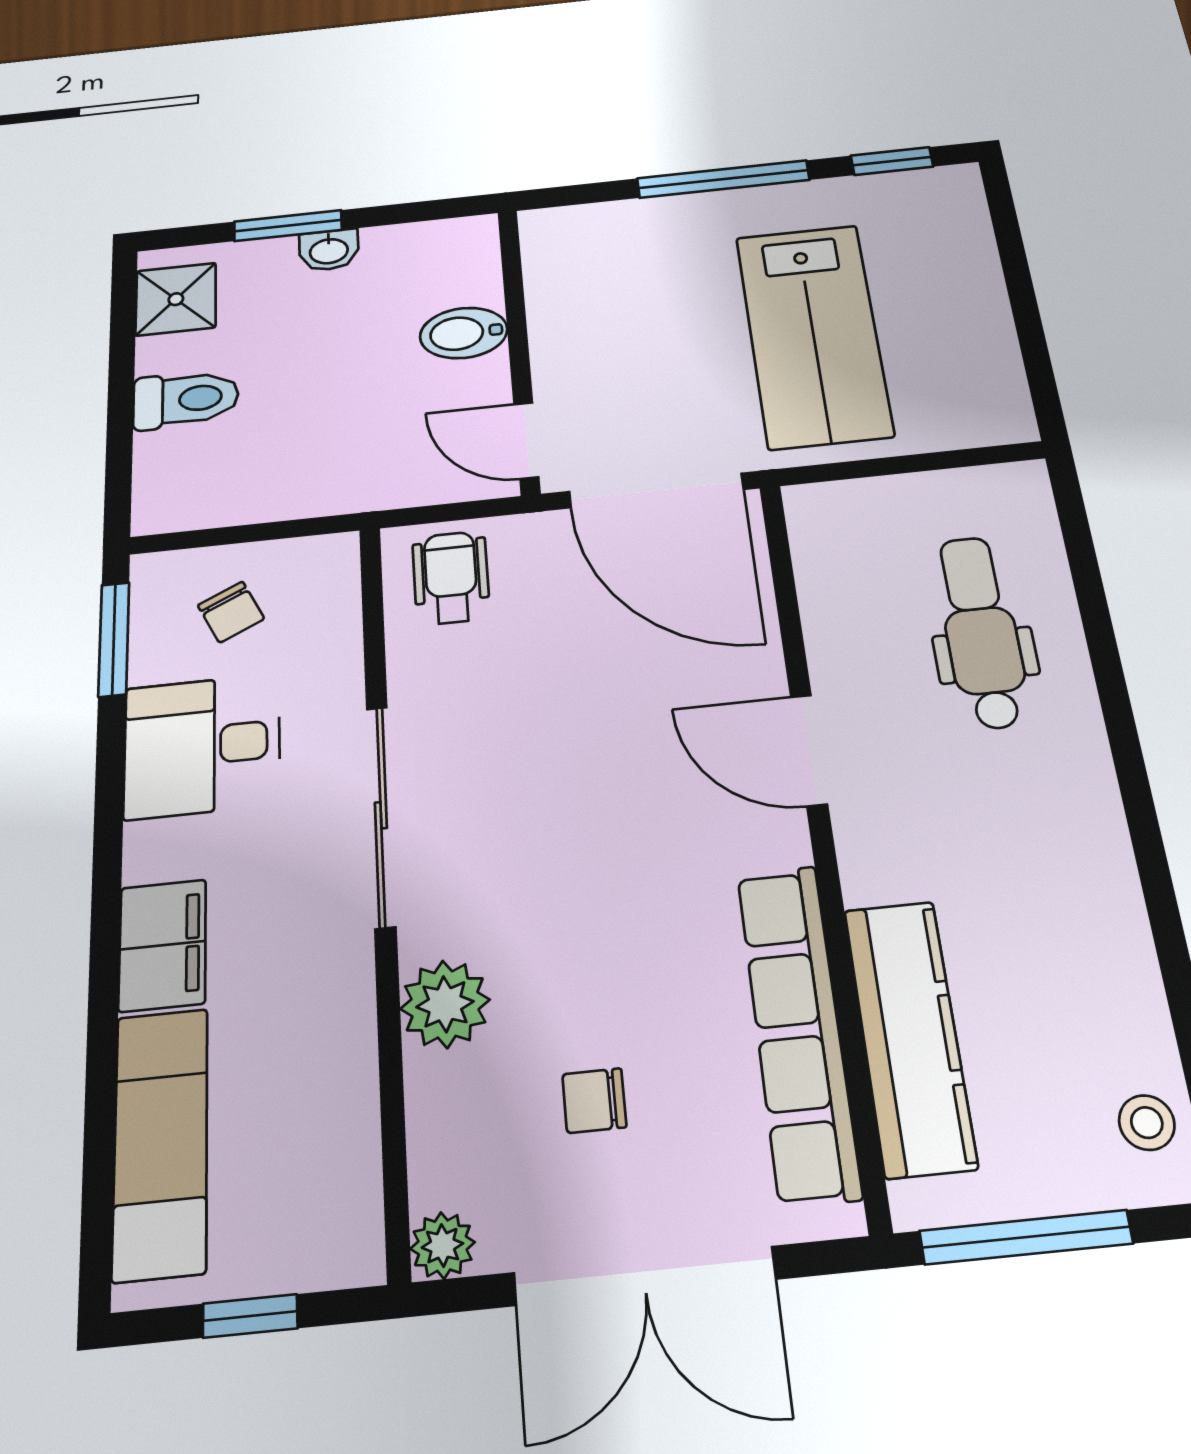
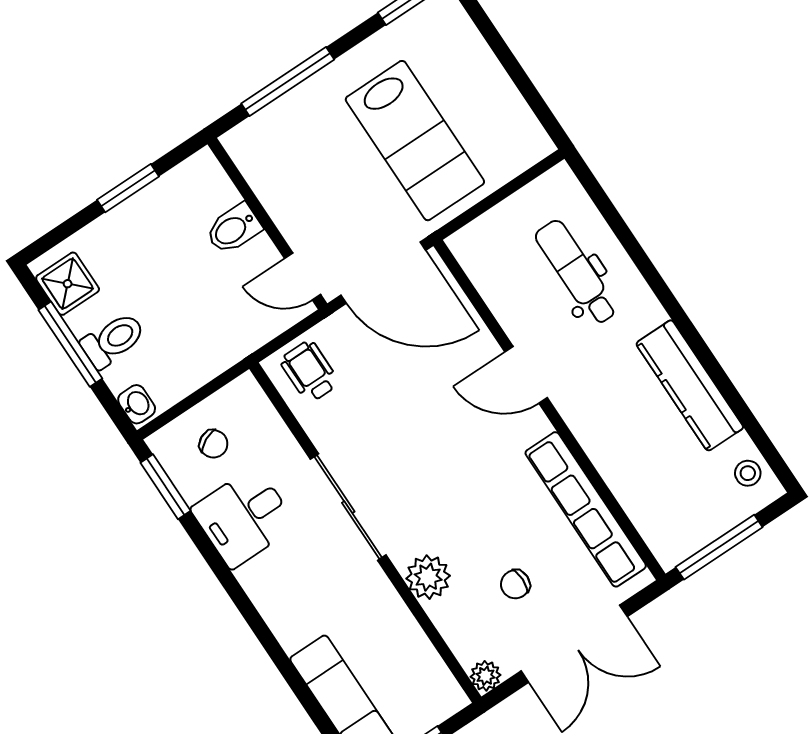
window: (723, 179) -> (288, 82), moved
window: (288, 226) -> (128, 188), moved
washbasin: (329, 250) -> (137, 404), moved, turned -90
window: (121, 377) -> (70, 344), added
filing cabinet: (163, 945) -> (287, 617), removed
kitchen counter: (910, 1037) -> (690, 385), moved, turned 180

